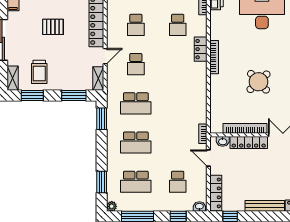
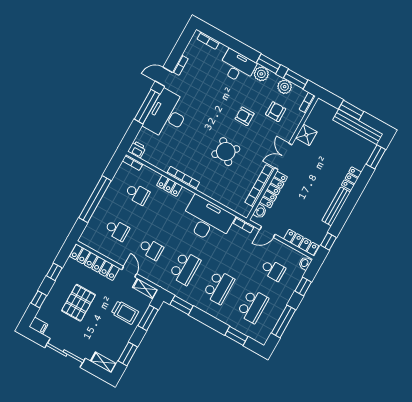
pallet: (53, 27) -> (78, 303), width x1.50, depth x1.42
trolley: (39, 72) -> (125, 312), moved
desk: (189, 99) -> (207, 220), added
plant: (112, 206) -> (262, 339), removed

